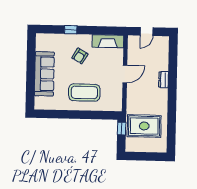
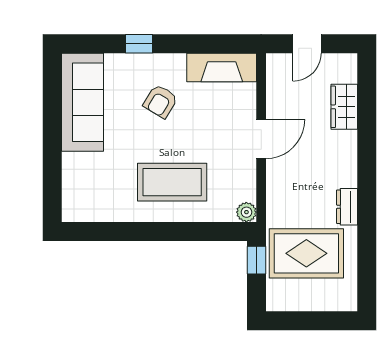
wardrobe: (163, 60) -> (344, 107), added
sofa: (44, 74) -> (83, 102), moved
dresser: (164, 80) -> (347, 207), moved
plant: (118, 107) -> (246, 212), added

